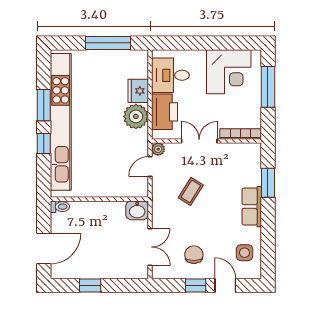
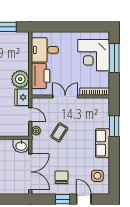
corner desk: (229, 72) -> (94, 55), moved, turned 90
fridge: (138, 91) -> (22, 97), moved
plant: (158, 149) -> (36, 131), moved
door: (150, 167) -> (30, 115), swing flipped
double door: (150, 247) -> (30, 172), width x1.37

